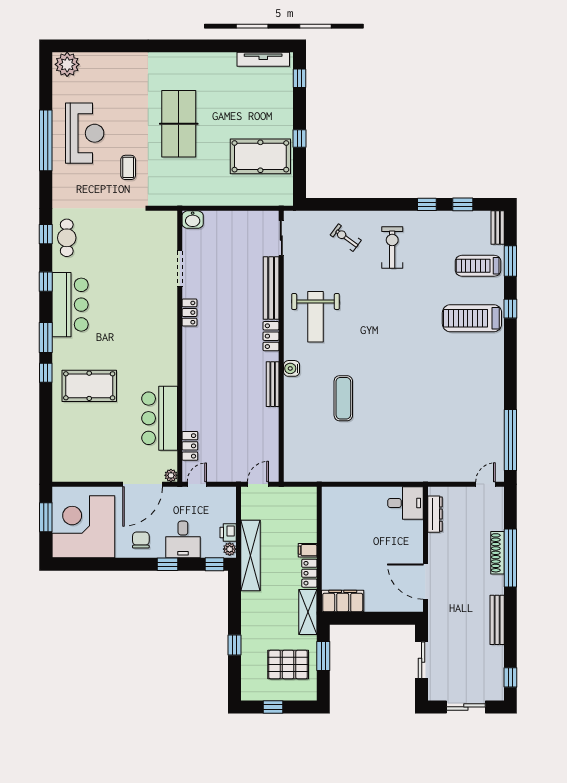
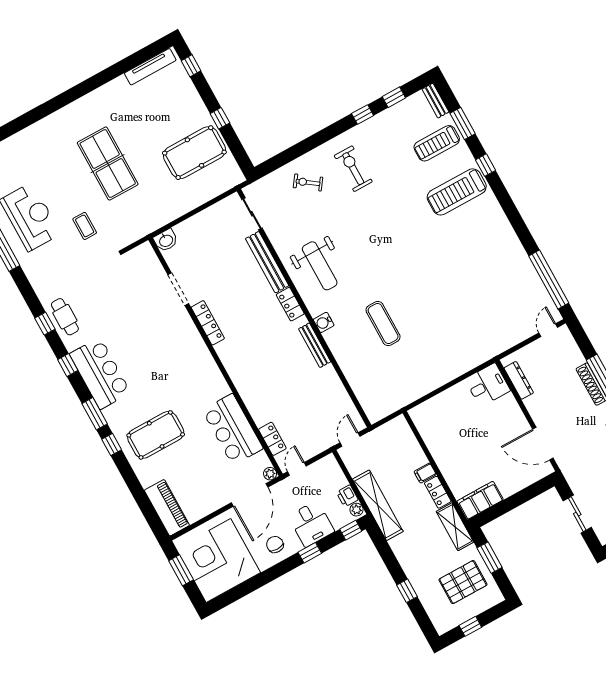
locker: (189, 313) -> (208, 323), width x1.53
piano: (64, 455) -> (167, 508), added

